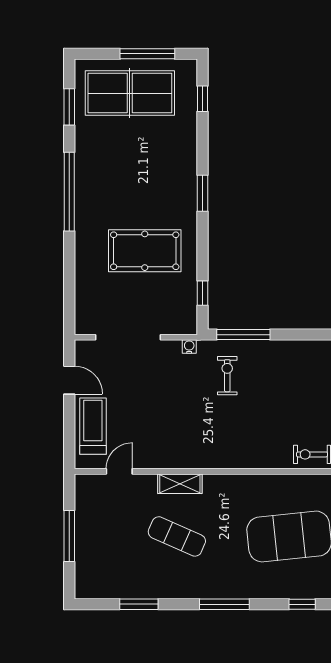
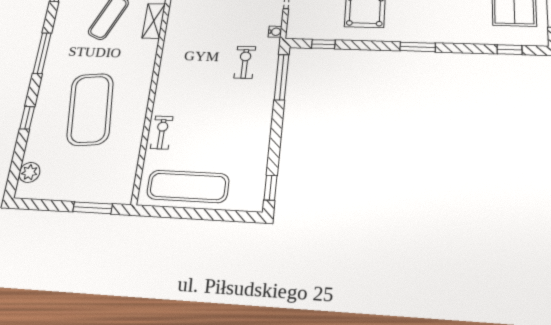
exercise bike: (227, 376) -> (245, 62), turned -90

